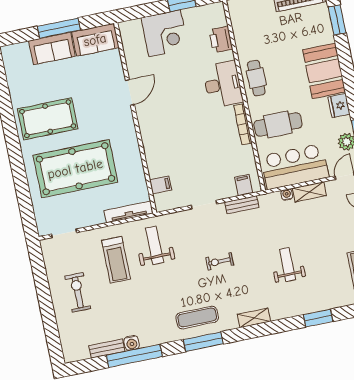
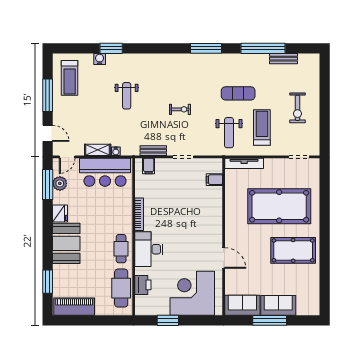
corner desk: (165, 33) -> (192, 293), width x1.36, depth x1.36
door: (130, 92) -> (224, 258), swing flipped
cafe table: (278, 124) -> (121, 288), moved, turned 90
exercise mat: (197, 318) -> (238, 93), moved
shelving: (254, 318) -> (162, 59), removed
water cooler: (132, 343) -> (100, 59), moved

